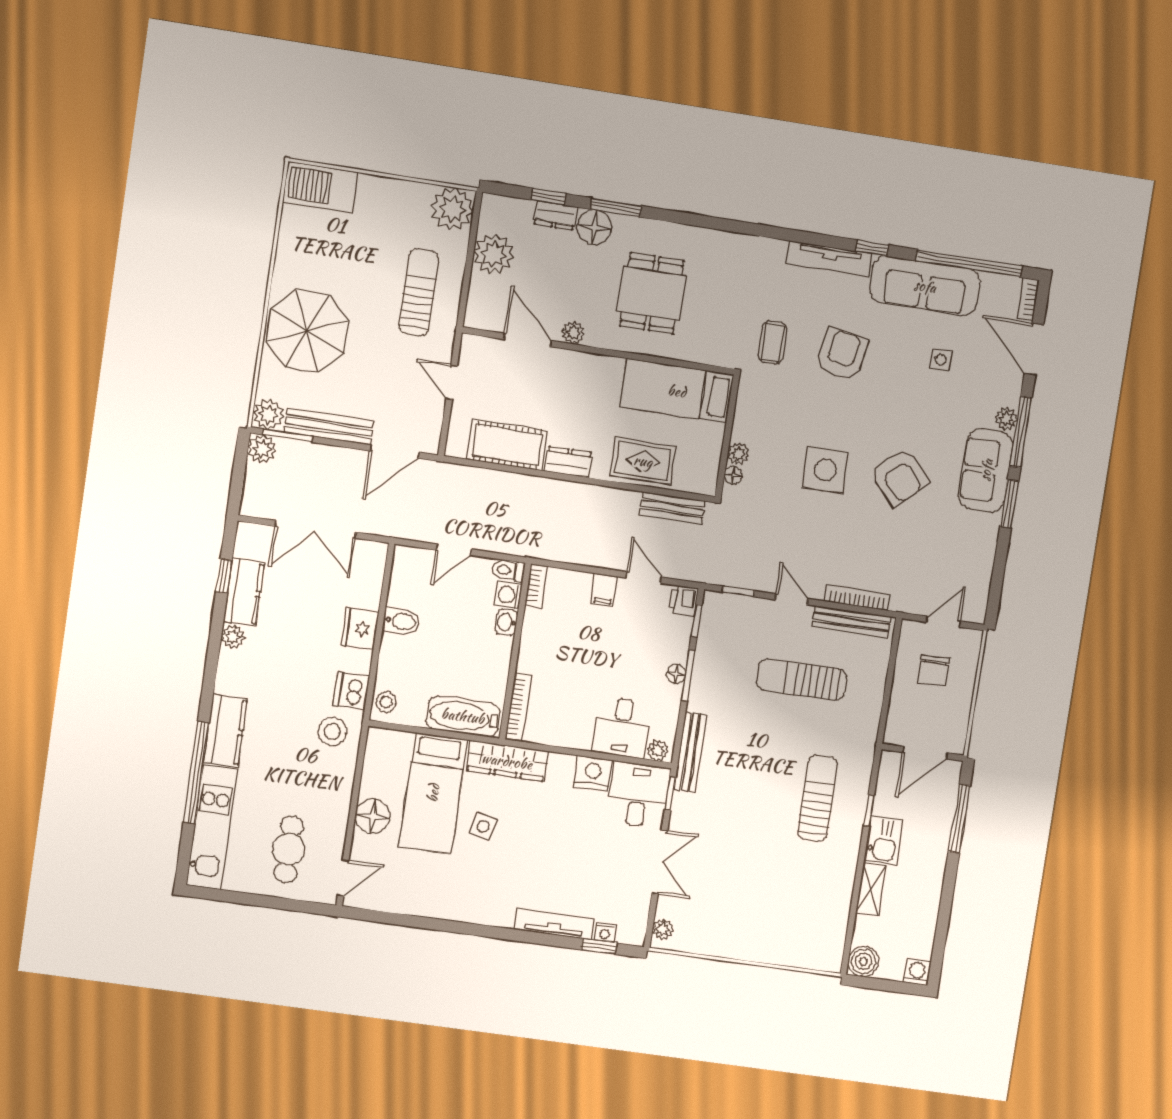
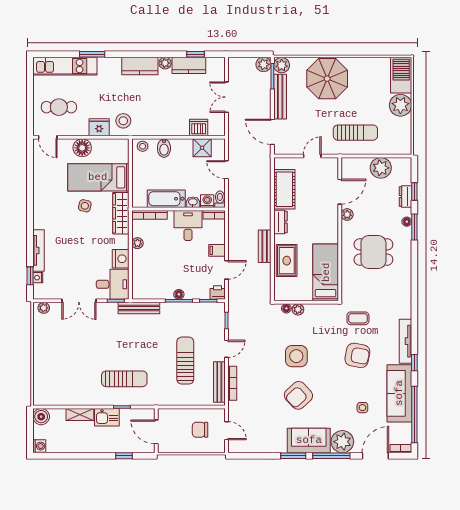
plant: (452, 209) -> (400, 105), moved
floor lamp: (594, 227) -> (407, 222), width x0.53, depth x0.53
plant: (1006, 419) -> (342, 442), width x1.88, depth x1.88
bench: (672, 508) -> (265, 246), moved
double door: (315, 529) -> (227, 97), width x0.73
shower: (405, 590) -> (202, 148), added
bidet: (401, 621) -> (164, 148), moved
fridge: (360, 629) -> (99, 127), moved
dishwasher: (351, 691) -> (199, 128), moved
bathtub: (463, 716) -> (166, 199), moved, turned -90
desk: (622, 727) -> (188, 226), moved, turned 90
kitchen counter: (225, 731) -> (140, 66), moved
plant: (658, 750) -> (137, 243), moved
window: (196, 773) -> (92, 54), width x0.47
window: (959, 819) -> (124, 456), width x0.46

